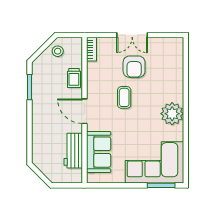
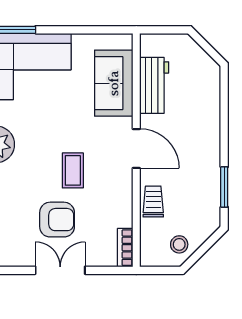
armchair: (134, 67) -> (57, 220), turned 90

